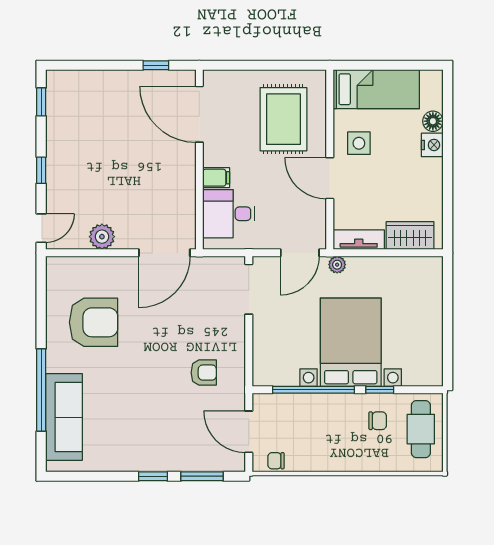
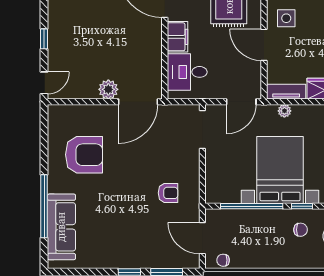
filing cabinet: (216, 178) -> (177, 37), width x2.00
plant: (102, 237) -> (108, 89), moved
plant: (337, 265) -> (284, 111), moved

